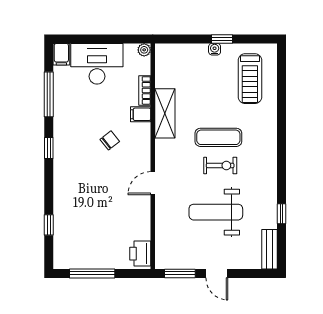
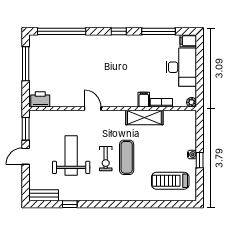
chair: (110, 140) -> (124, 77), removed
window: (49, 225) -> (62, 31), width x3.17

